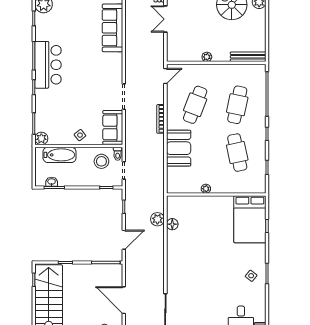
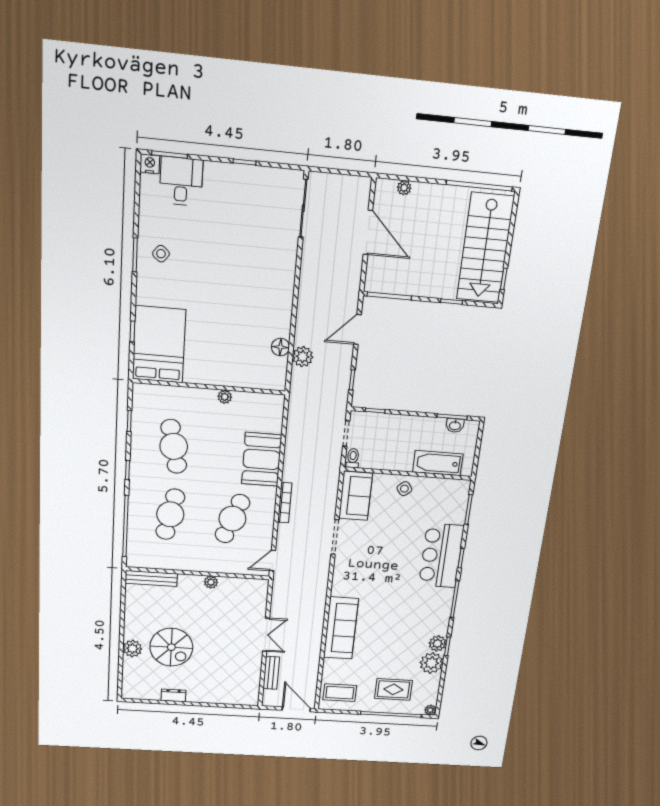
bar counter: (48, 65) -> (441, 556), moved
plant: (41, 138) -> (437, 643), moved
stool: (101, 161) -> (378, 449), removed

